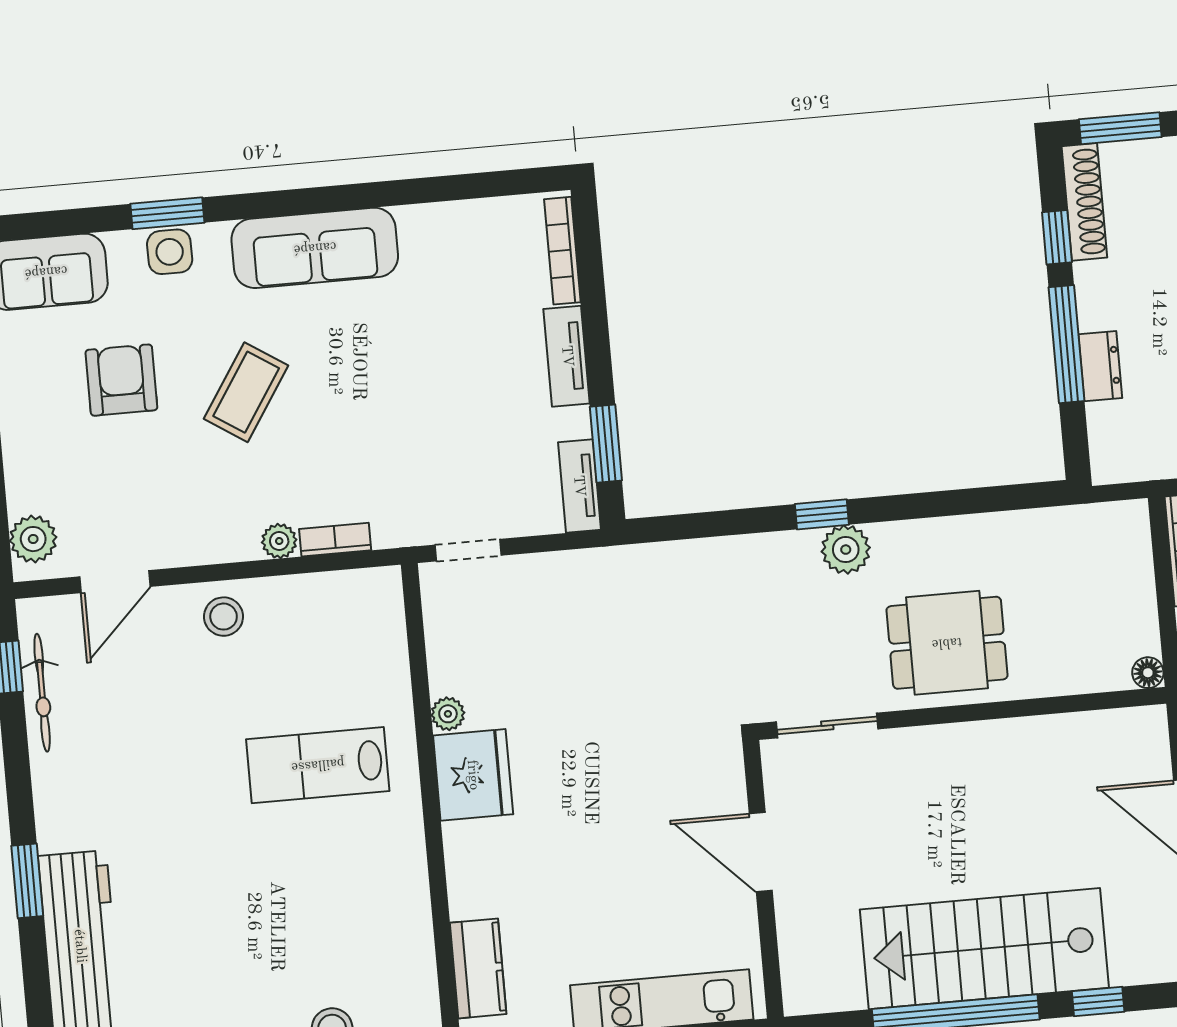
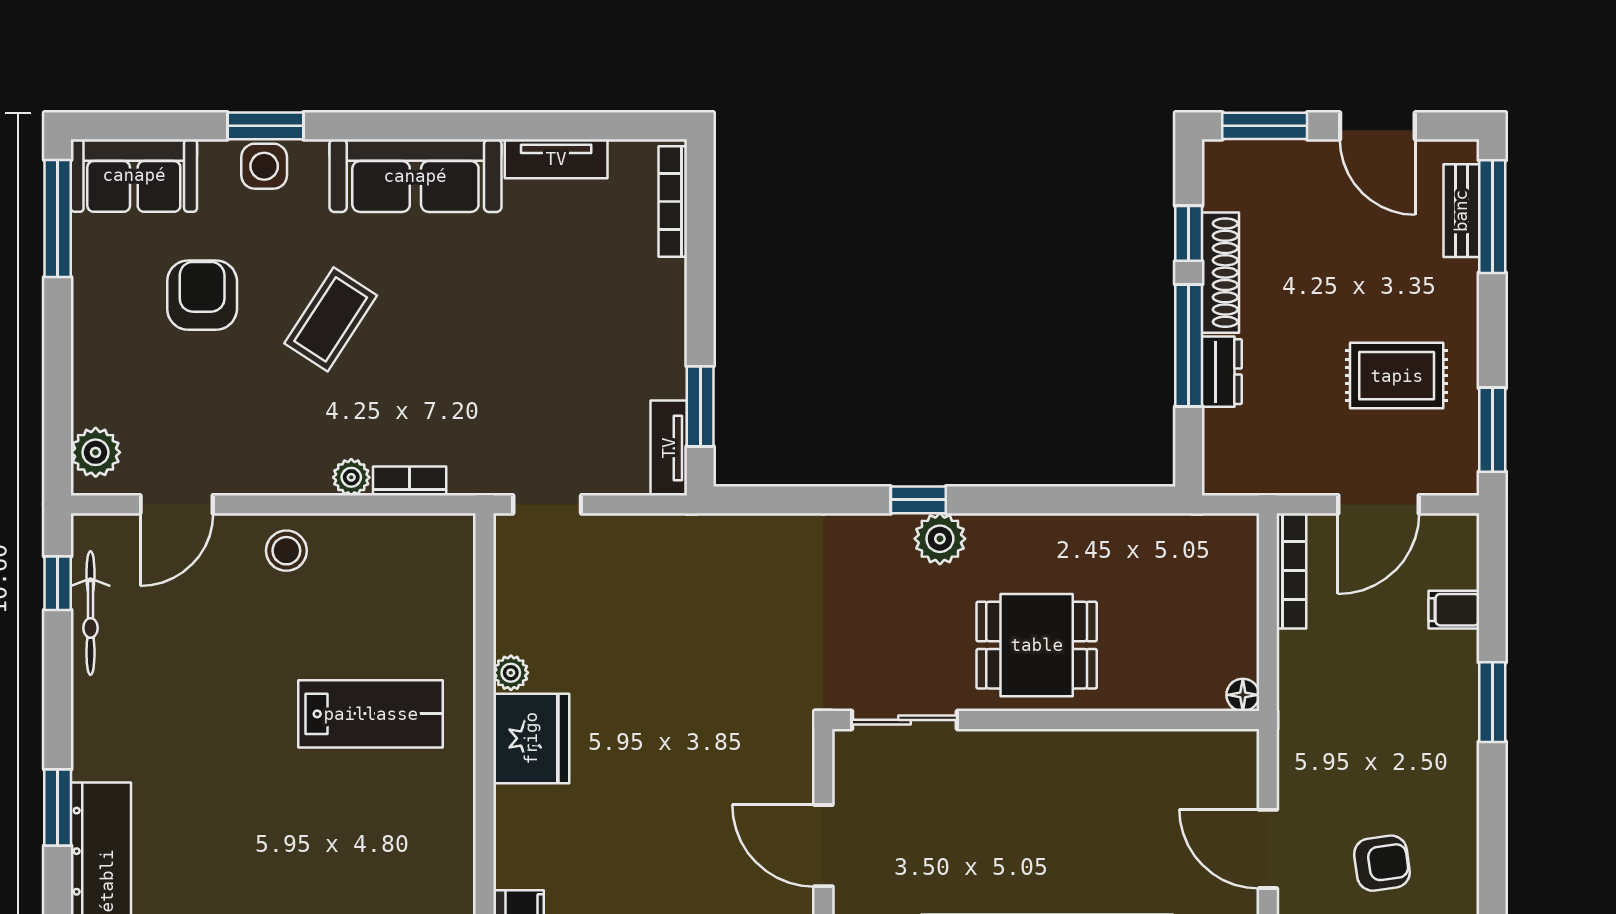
shoe rack: (1084, 202) -> (1220, 273), moved
tv unit: (567, 356) -> (556, 159), moved, turned -90
lab bench: (318, 765) -> (371, 714), turned 180

